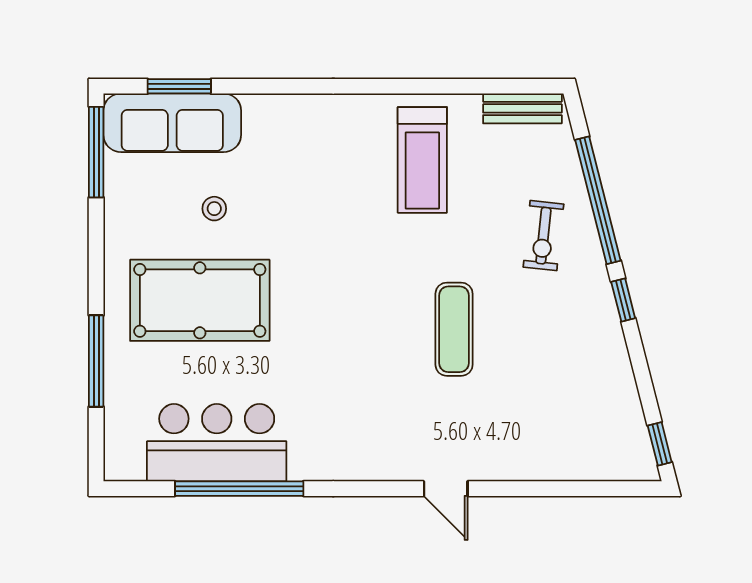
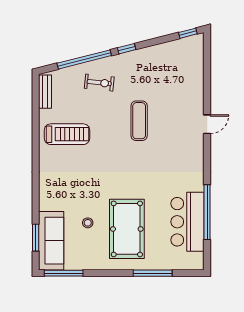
exercise mat: (454, 329) -> (139, 121), turned 90

